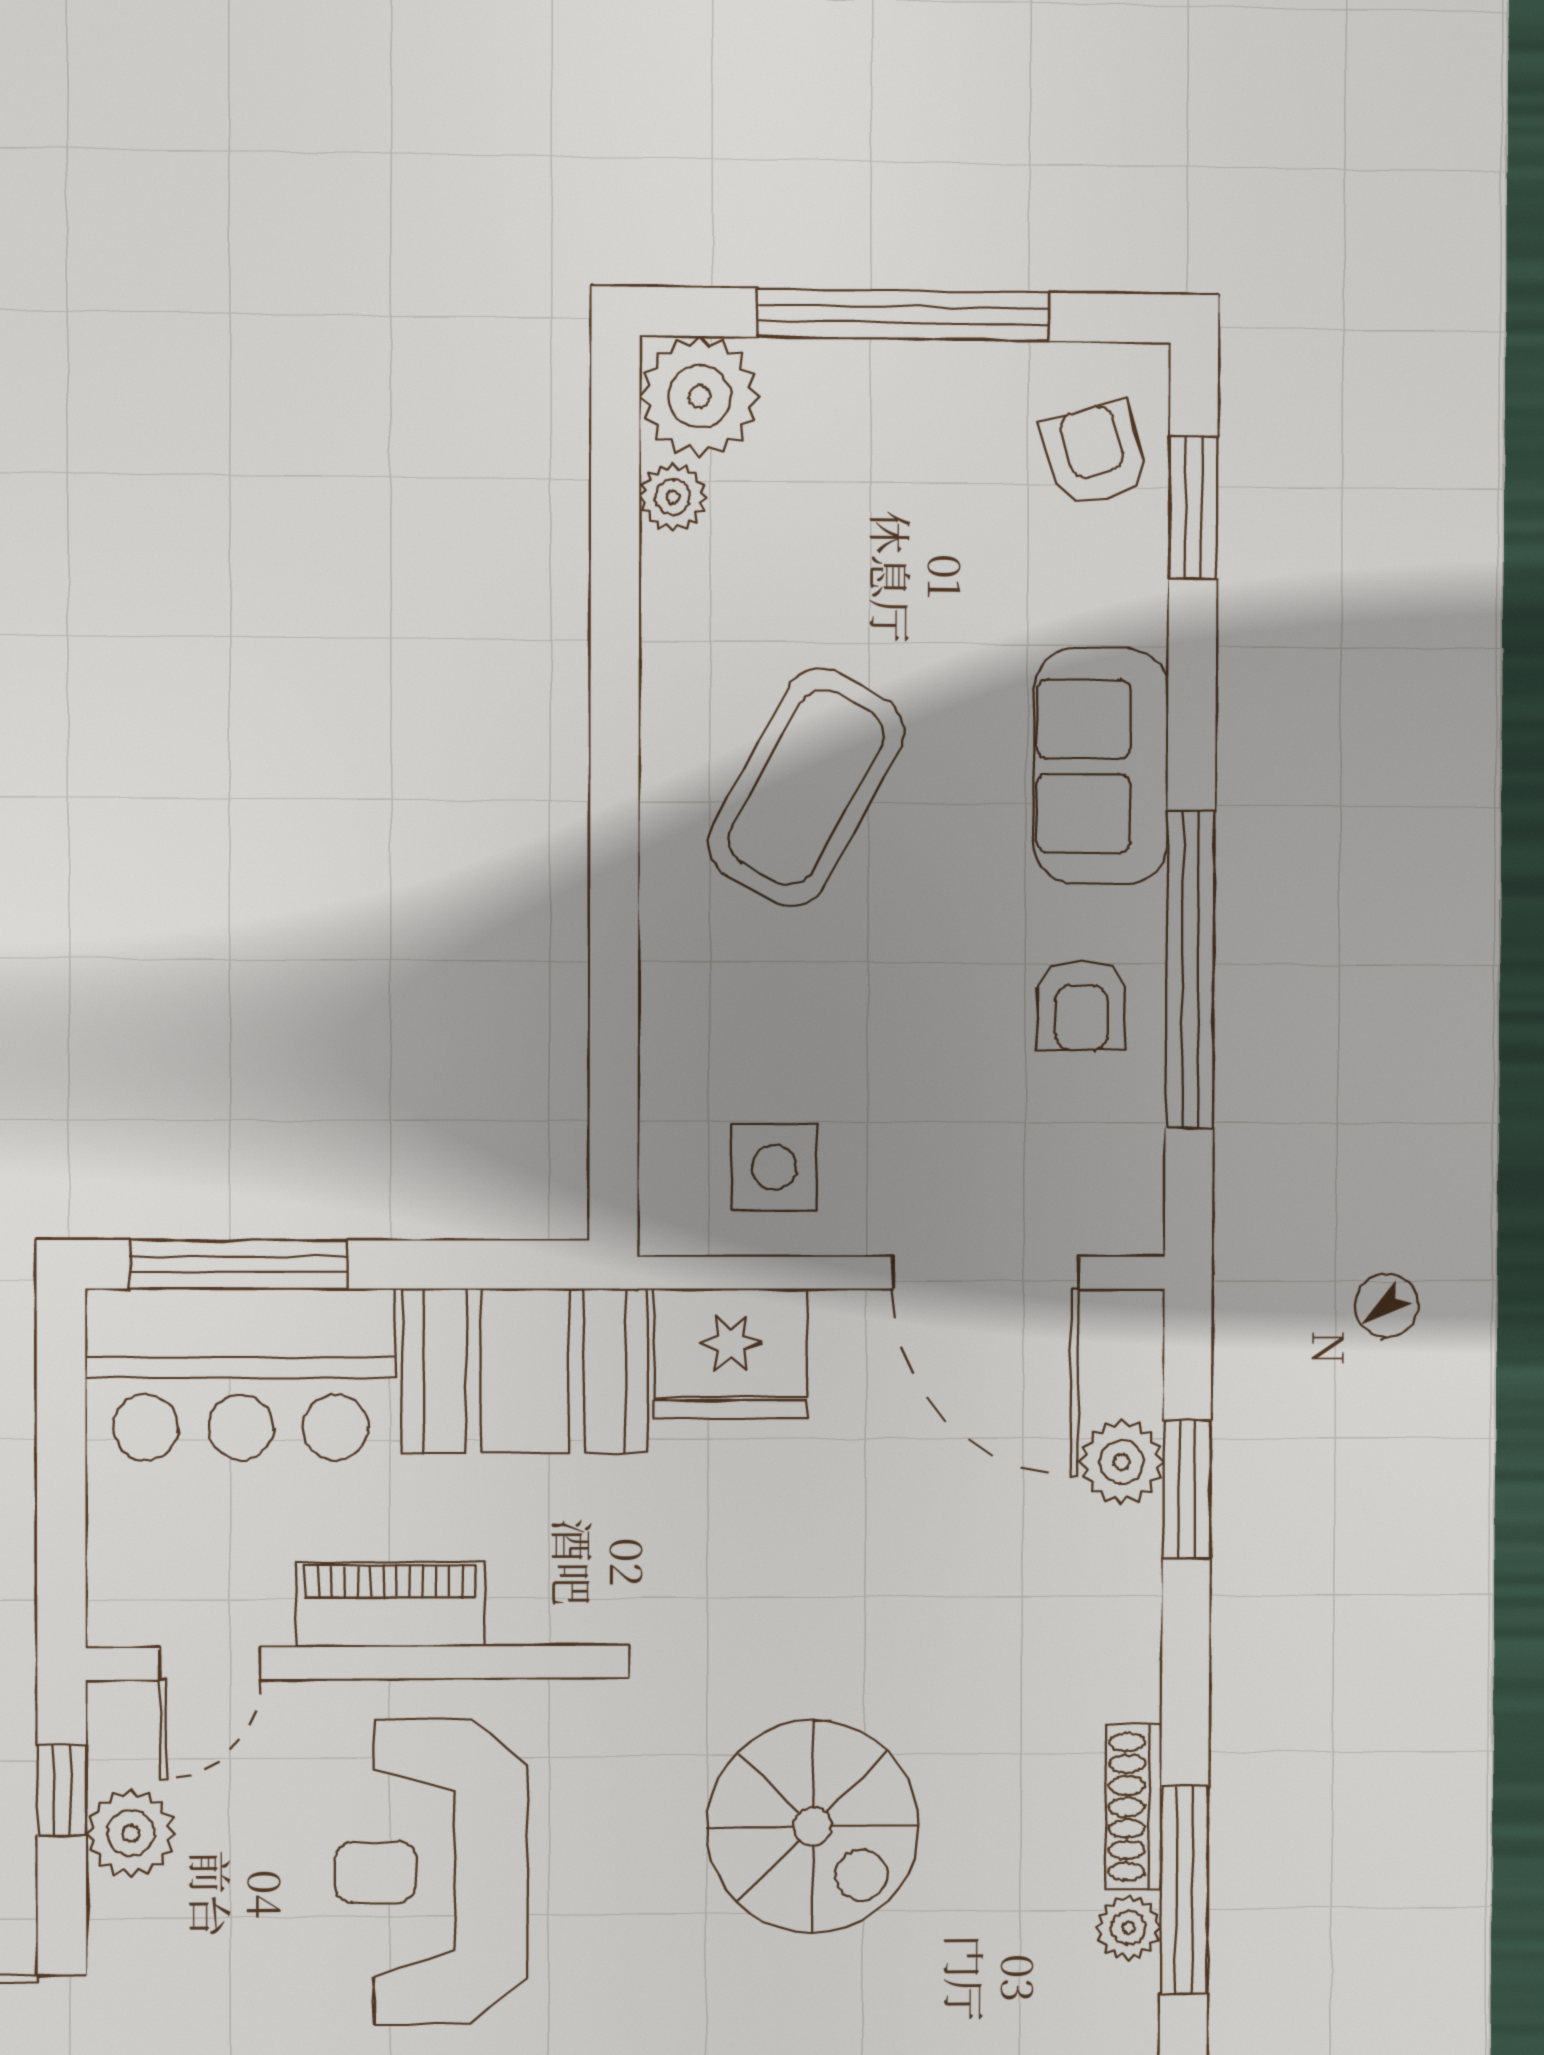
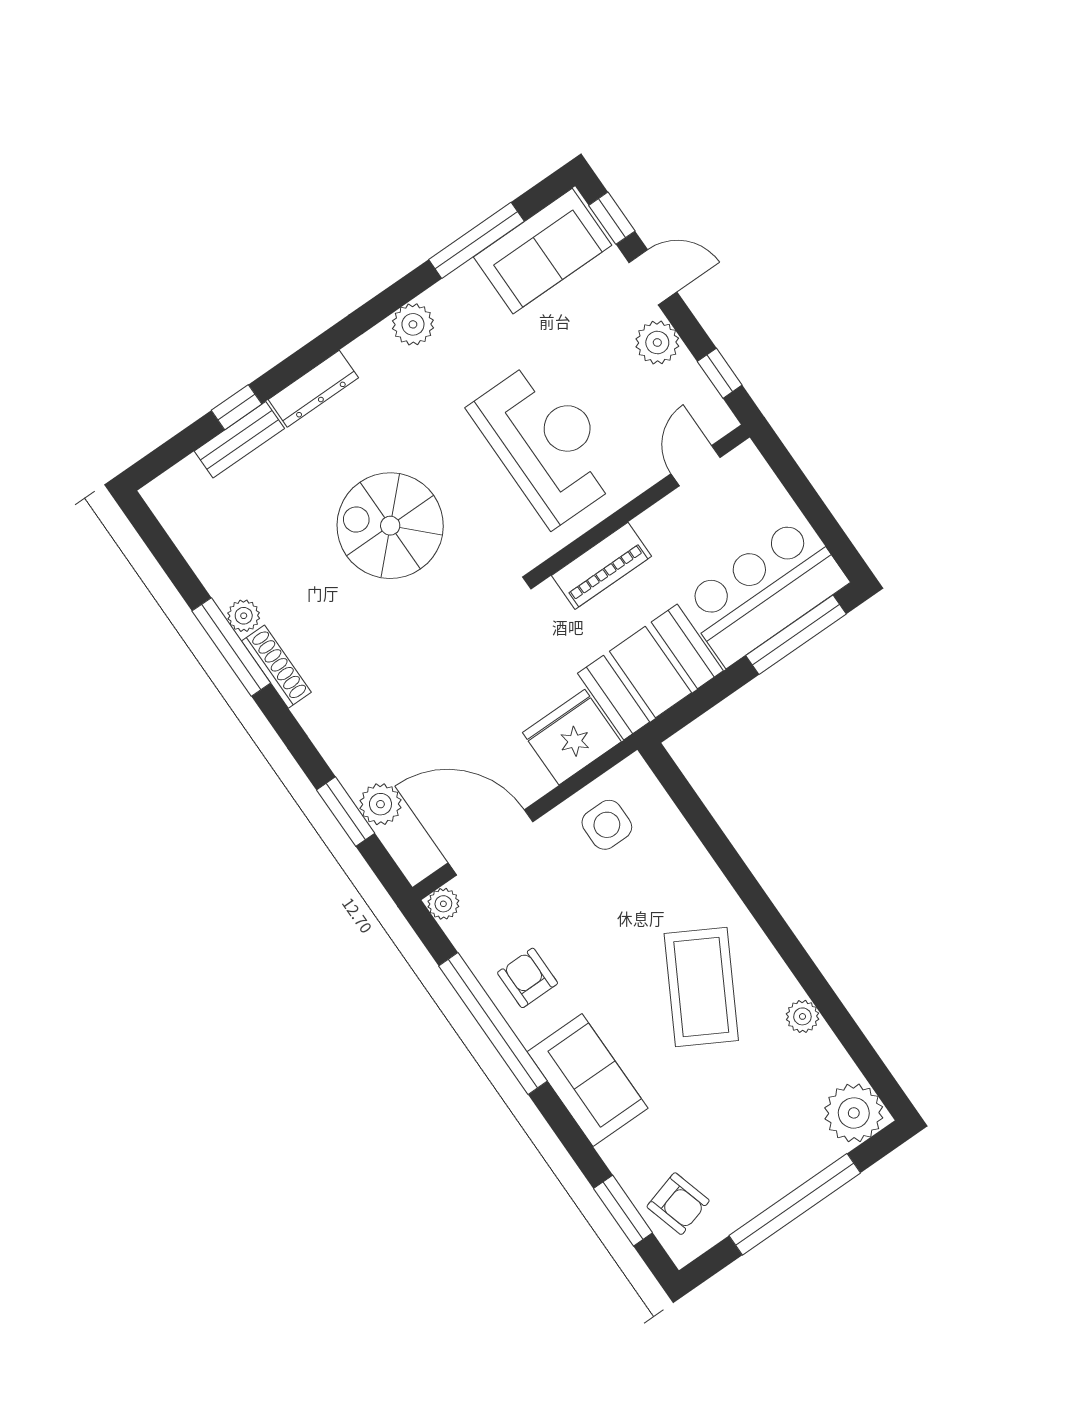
plant: (673, 497) -> (802, 1016), moved
plant: (1134, 1225) -> (443, 904), added
piano: (390, 1604) -> (601, 566), moved
spiral stairs: (813, 1827) -> (390, 526), moved
plant: (131, 1833) -> (657, 343), moved

